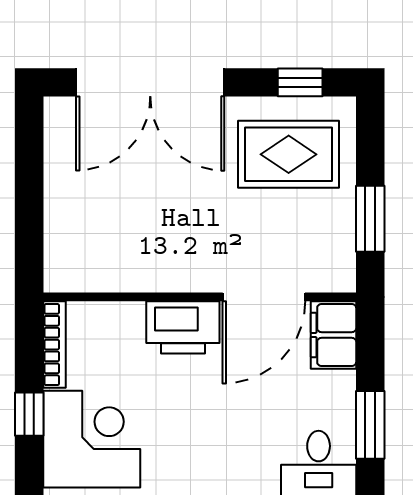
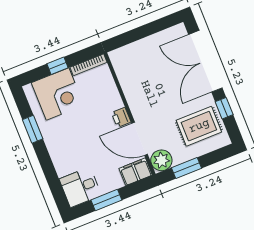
window: (300, 82) -> (224, 108), moved
rug: (289, 154) -> (199, 126), turned 90
plant: (331, 268) -> (161, 160), added
printer: (183, 327) -> (121, 117), width x0.53, depth x0.68

